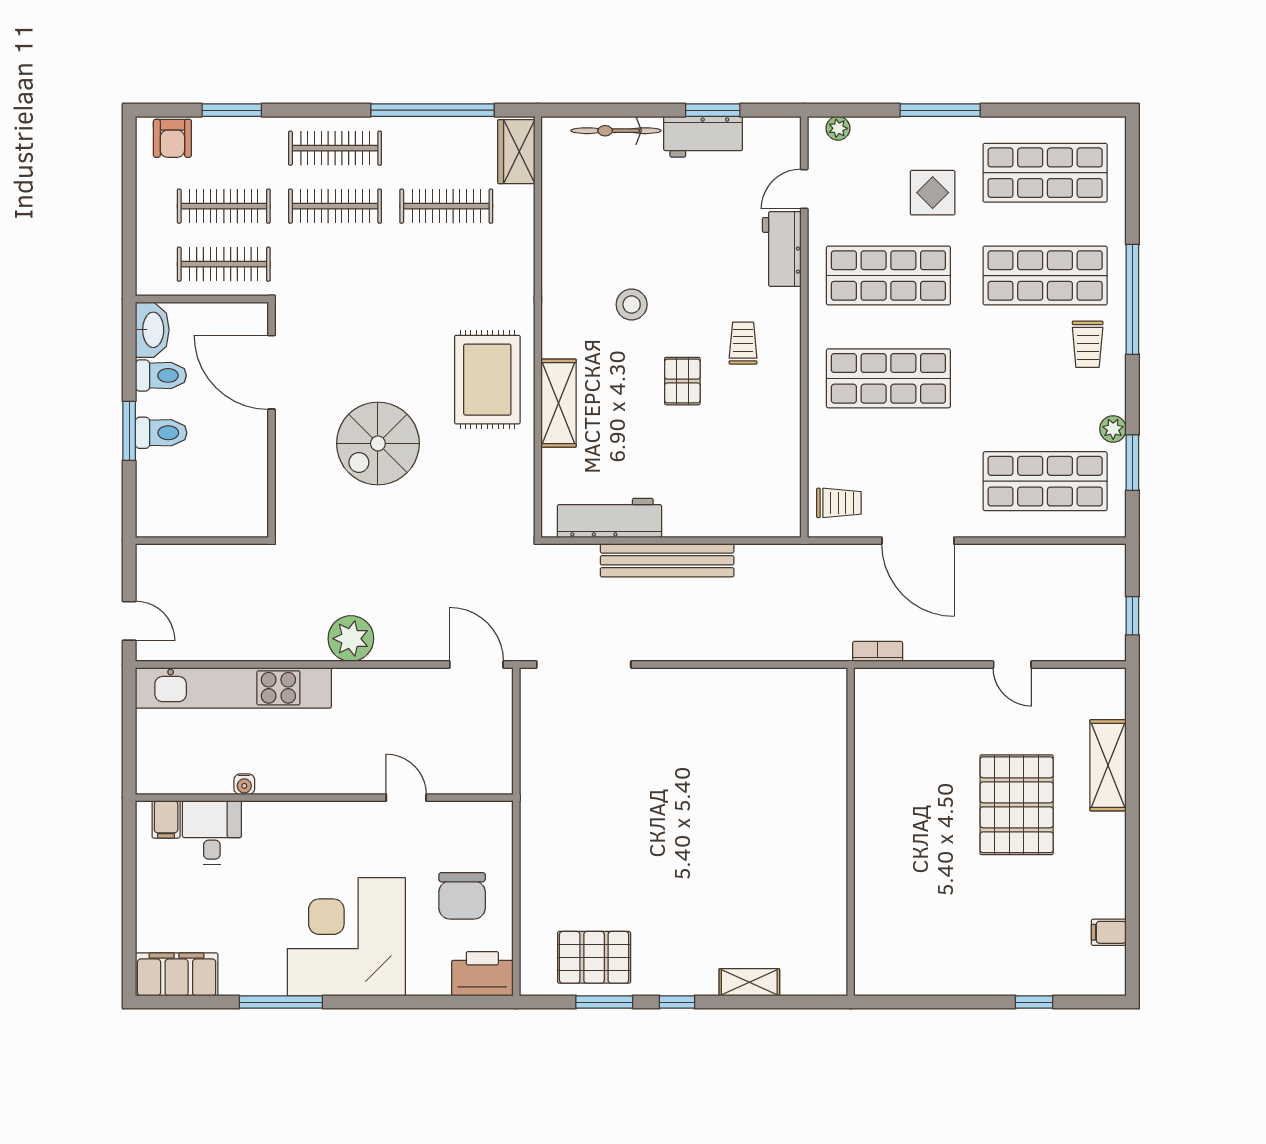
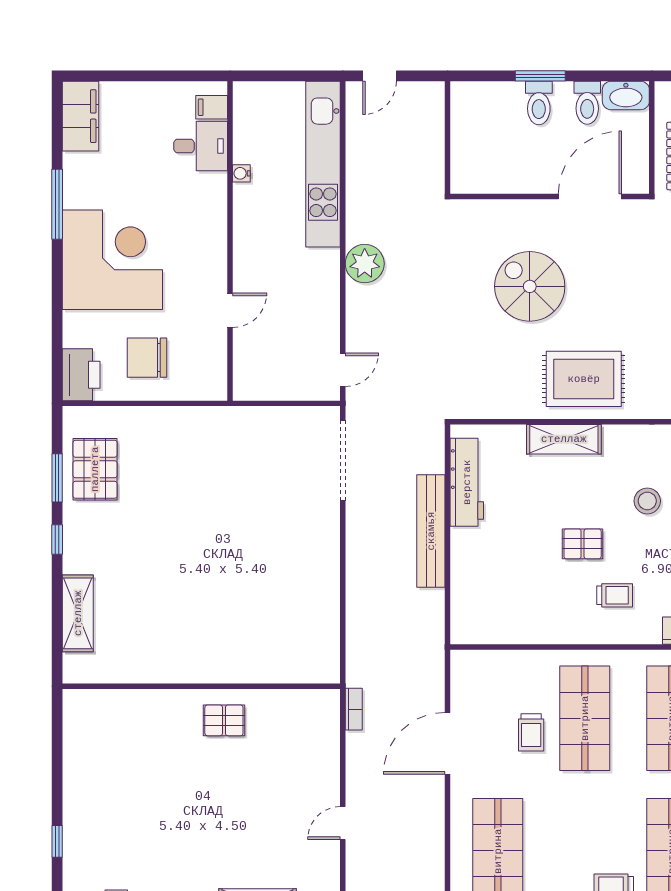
trolley: (839, 503) -> (531, 732), moved
door: (476, 664) -> (343, 370), width x0.73
pallet: (1017, 805) -> (224, 720), moved, width x0.49, depth x0.50
shelving: (749, 982) -> (78, 613), width x1.50, depth x1.33

